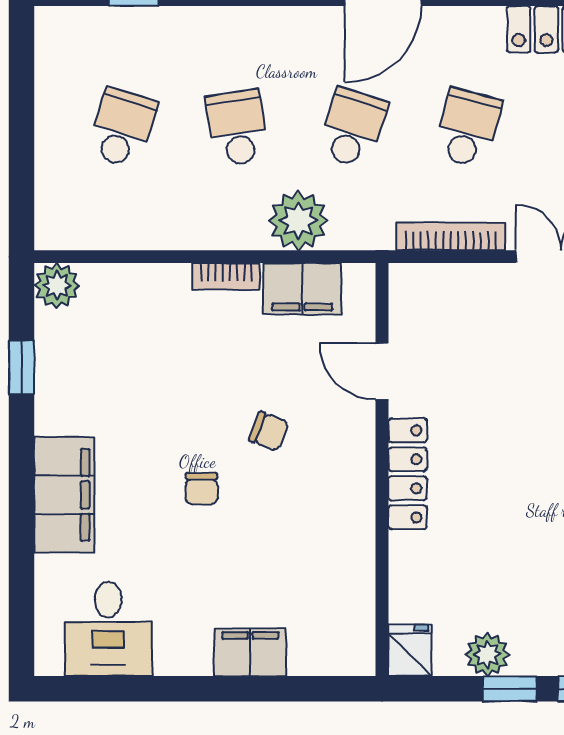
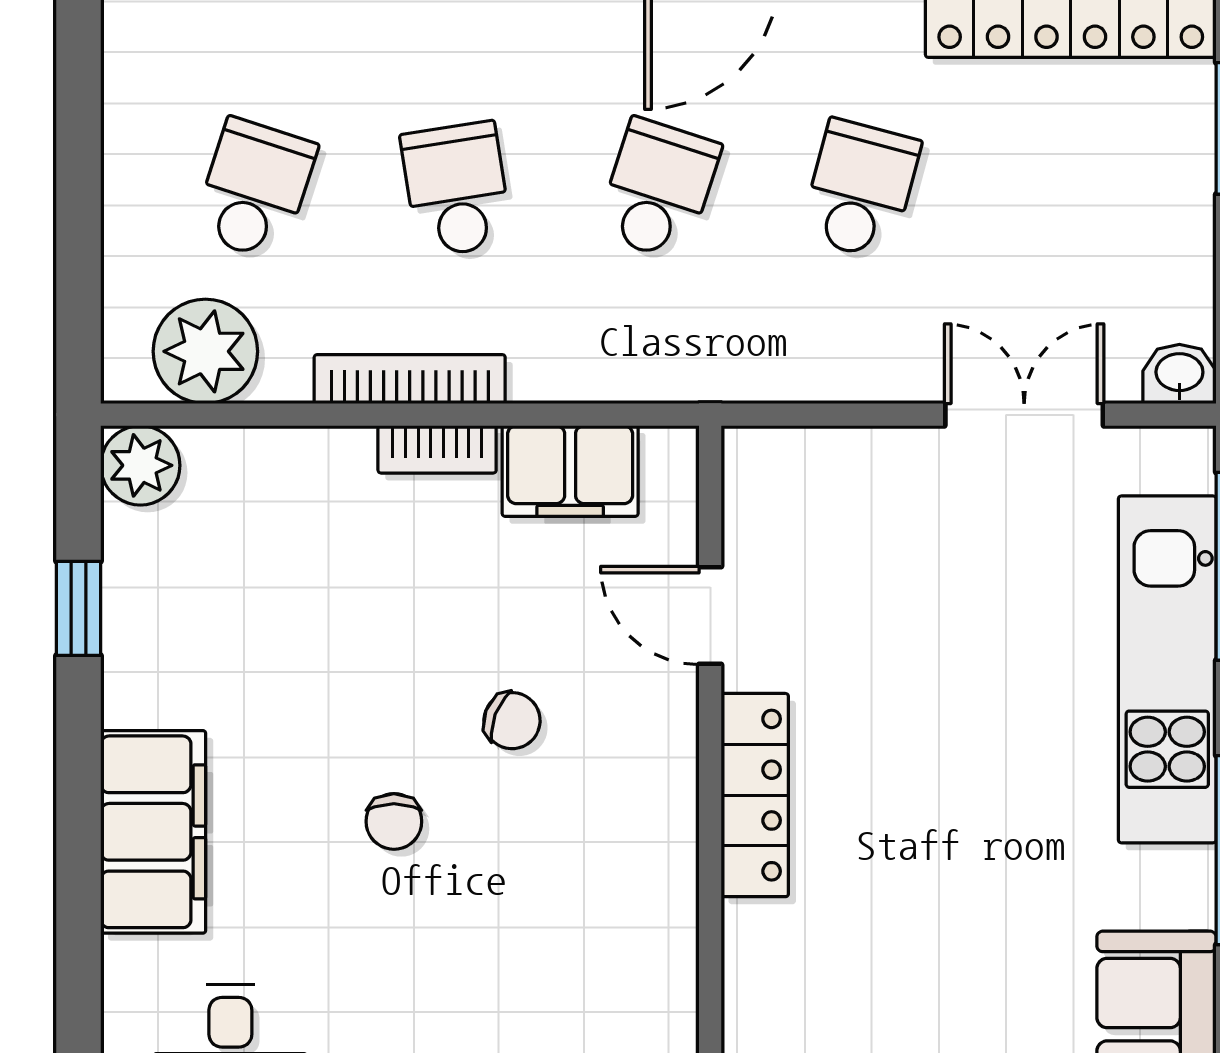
plant: (298, 221) -> (205, 351), moved
bookcase: (451, 236) -> (410, 379), moved

